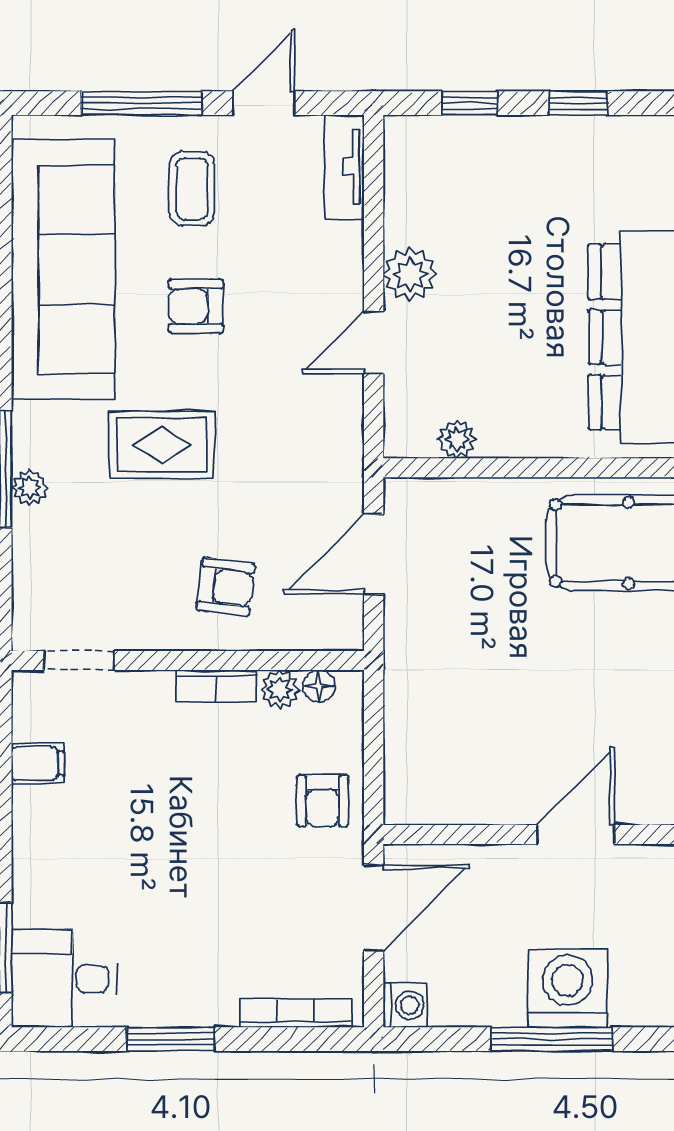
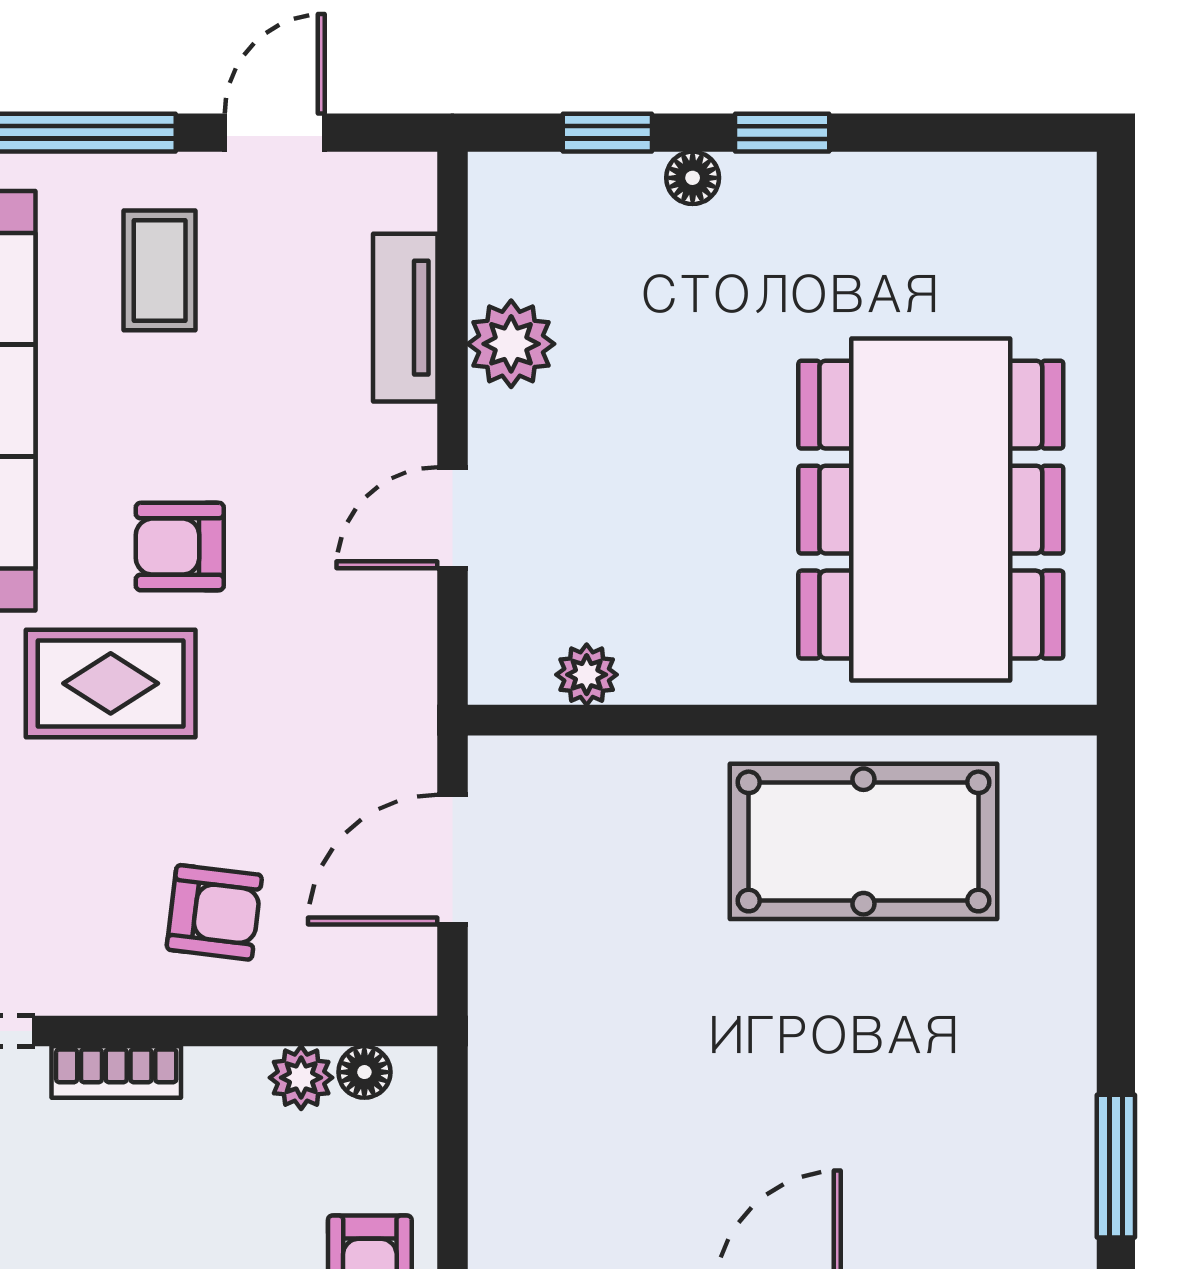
floor lamp: (523, 131) -> (693, 178), added
tv unit: (344, 167) -> (405, 318), moved
plant: (410, 274) -> (511, 344), moved
armchair: (196, 306) -> (180, 547), moved
bookcase: (216, 686) -> (116, 1072), moved

